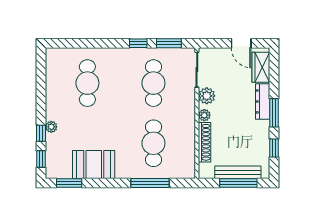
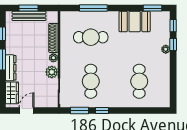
door: (241, 43) -> (27, 110), hinge flipped
cafe table: (153, 143) -> (91, 37), turned 90
window: (238, 183) -> (28, 8), width x0.69

